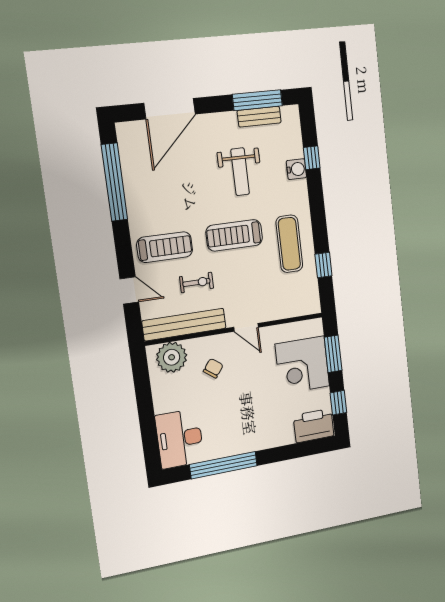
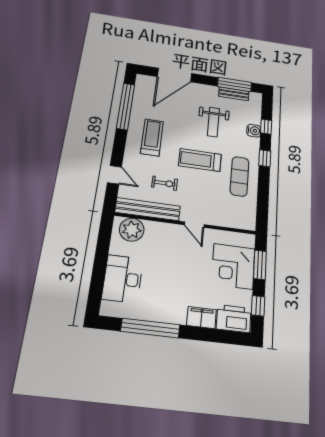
treadmill: (165, 247) -> (152, 137), moved, turned -90
window: (323, 265) -> (265, 158), moved
chair: (213, 368) -> (162, 247), removed
filing cabinet: (278, 436) -> (201, 318), added
desk: (180, 439) -> (123, 279), moved

